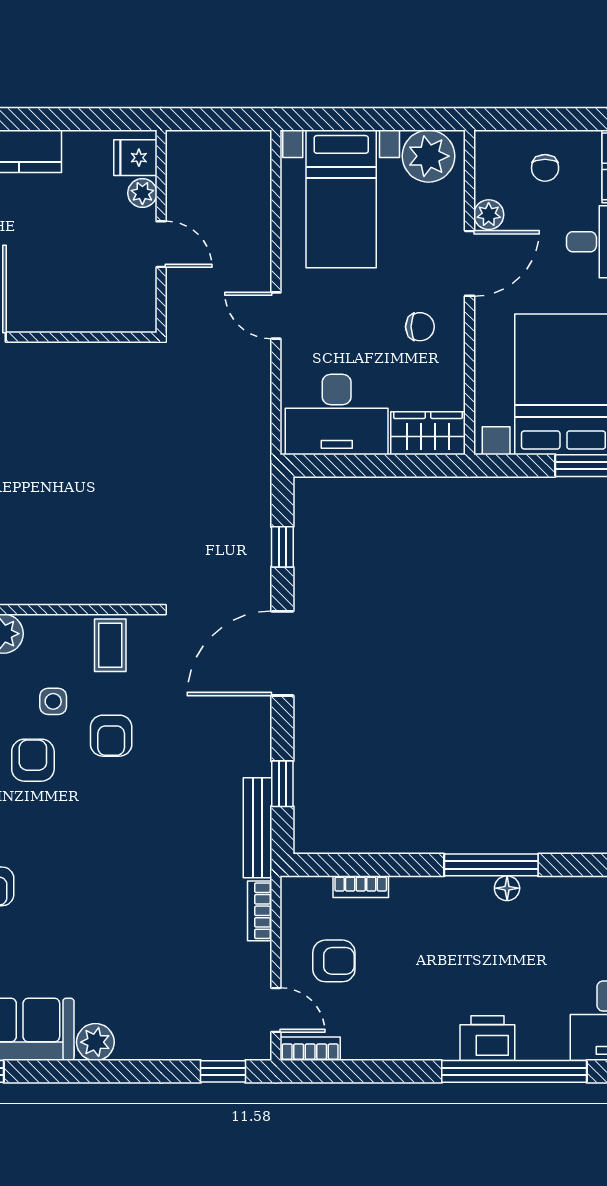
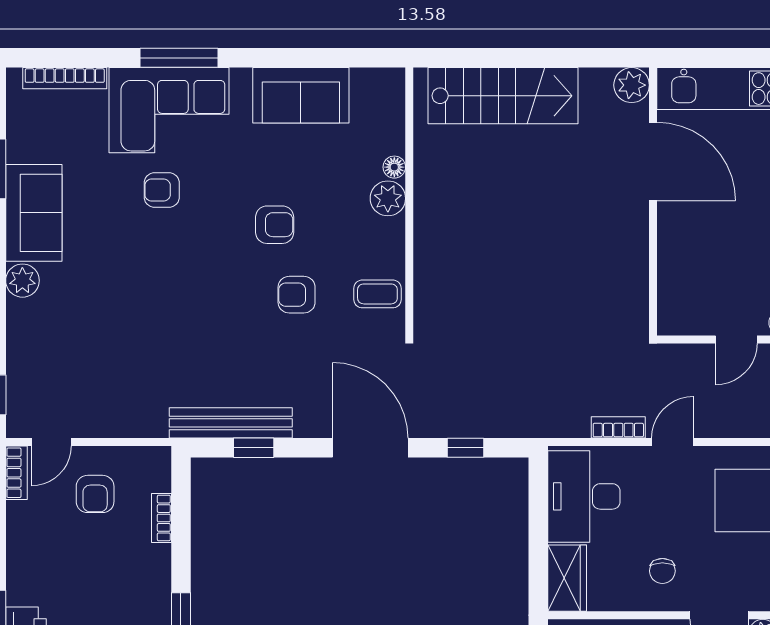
side table: (53, 701) -> (327, 243), removed
bench: (258, 828) -> (231, 423), width x1.37, depth x1.21
bookcase: (260, 911) -> (618, 427), moved

